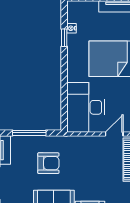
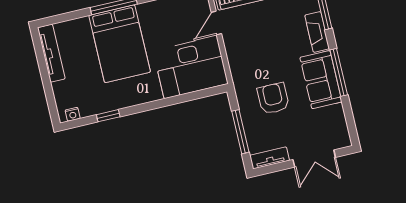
nightstand: (71, 28) -> (73, 114), moved
door: (114, 134) -> (216, 23), hinge flipped

